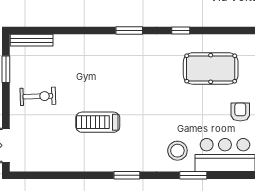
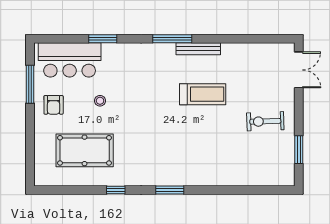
bench: (32, 40) -> (198, 49), moved
stool: (177, 151) -> (100, 101), moved, width x0.53, depth x0.53
window: (127, 175) -> (172, 39), width x1.44

